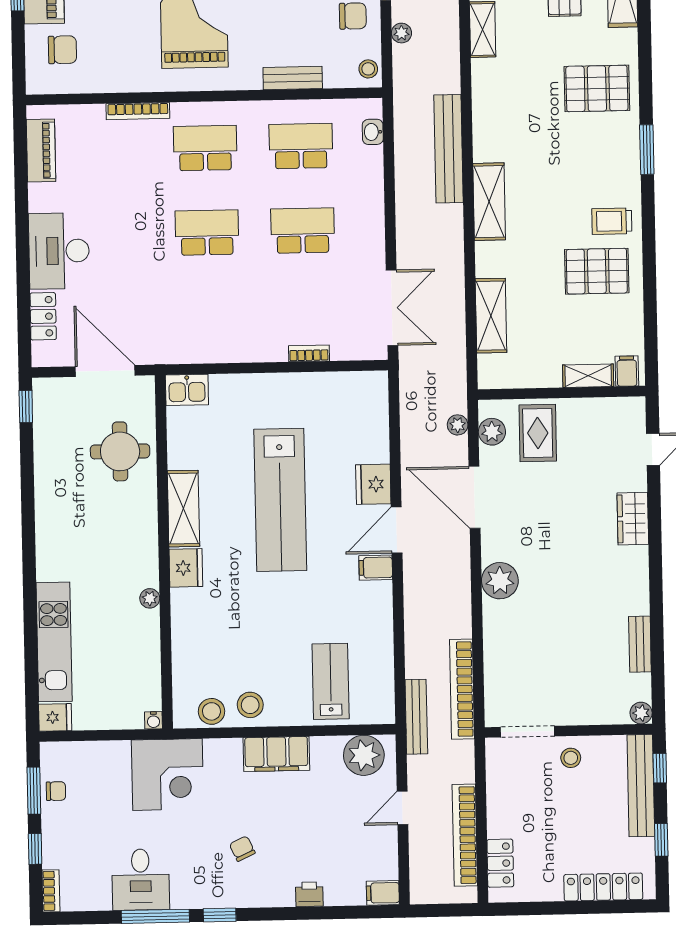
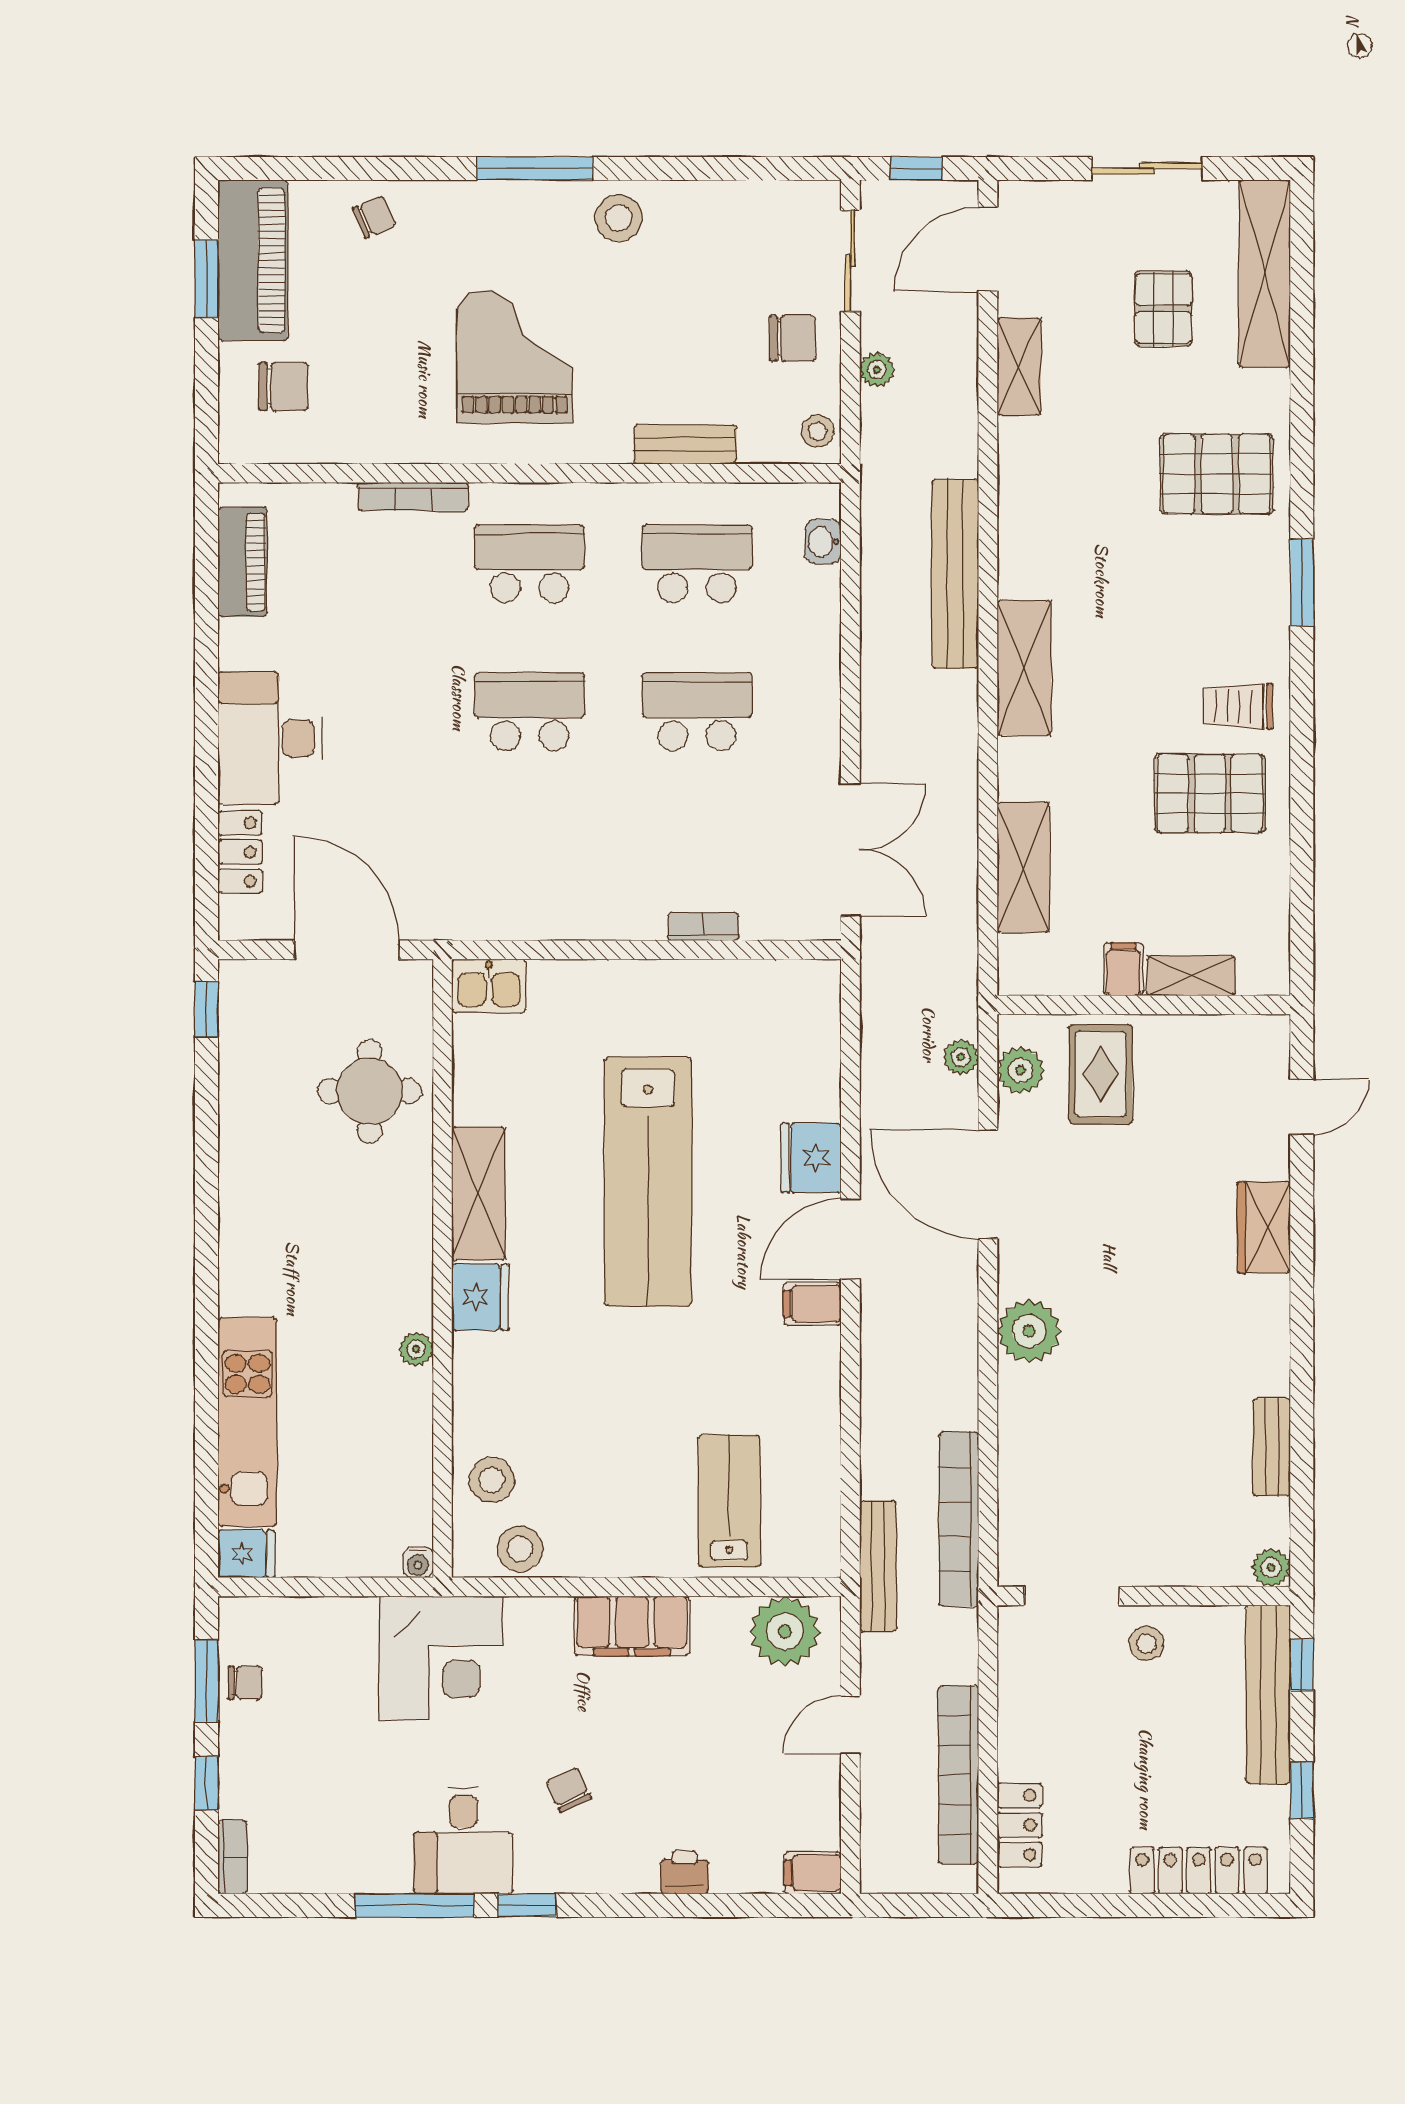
filing cabinet: (627, 371) -> (1123, 969), moved
stool: (250, 705) -> (492, 1480), moved
desk: (141, 880) -> (463, 1841), moved

